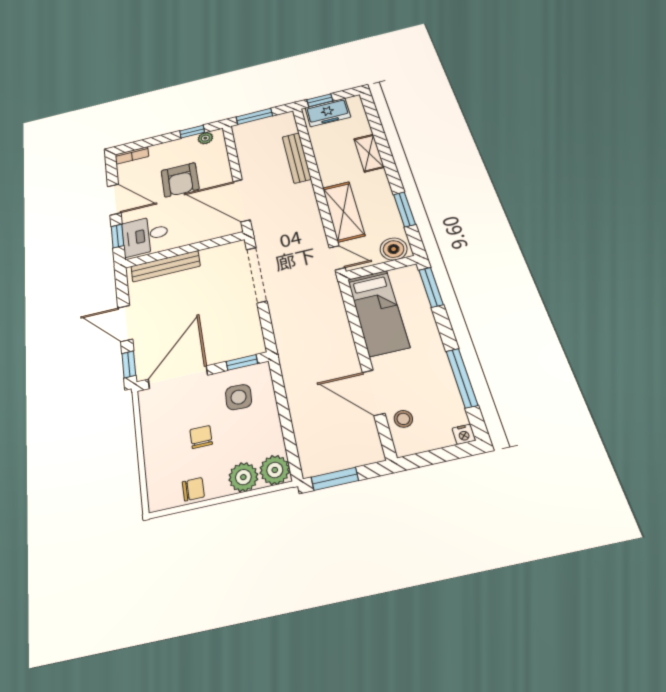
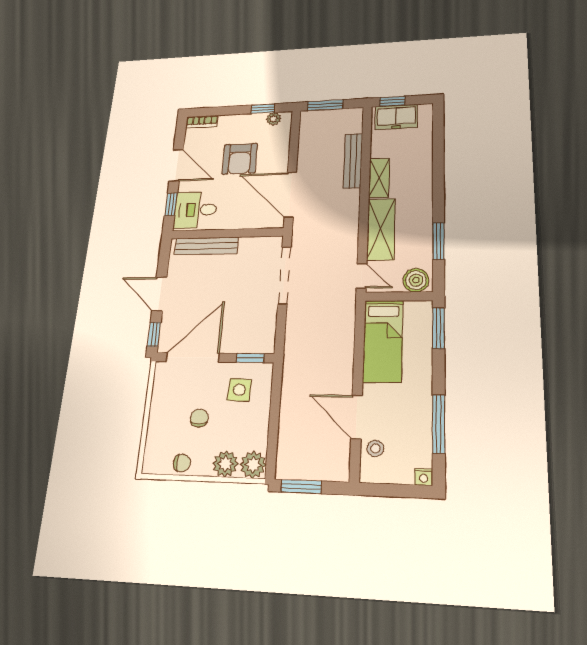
shelving: (369, 153) -> (379, 178), moved

